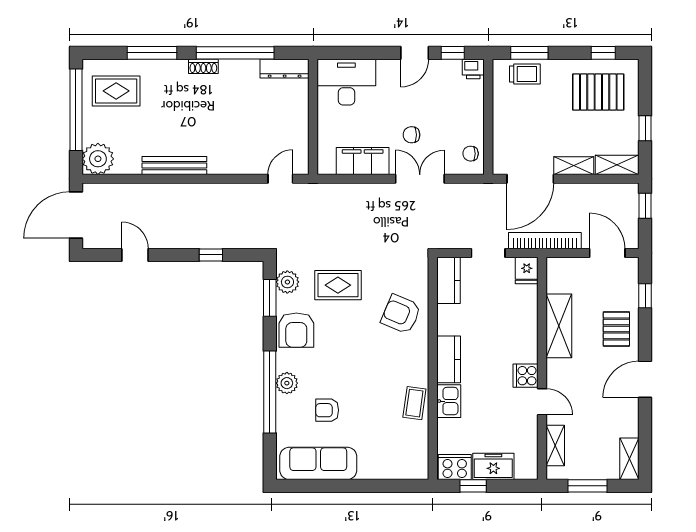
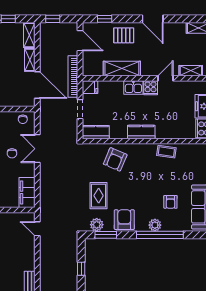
filing cabinet: (363, 161) -> (27, 192), moved
door: (607, 253) -> (80, 41), swing flipped
armchair: (296, 330) -> (124, 220), turned -90
kitchen sink: (449, 401) -> (133, 87), moved, turned 180

